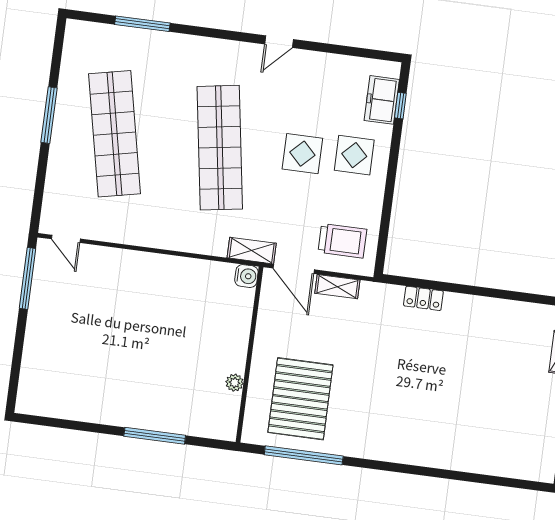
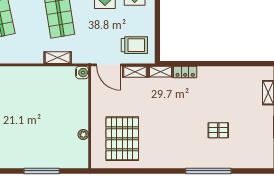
shelving: (252, 251) -> (58, 58), moved
shelving: (381, 292) -> (160, 72), added
pallet: (467, 406) -> (218, 130), added
window: (304, 455) -> (208, 171), moved

